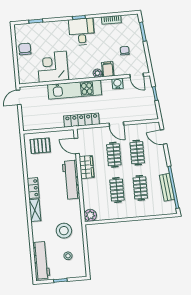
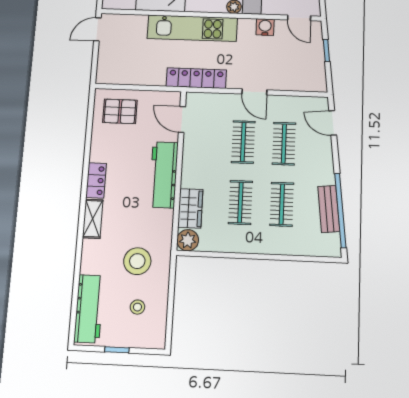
wardrobe: (87, 167) -> (190, 208), moved

